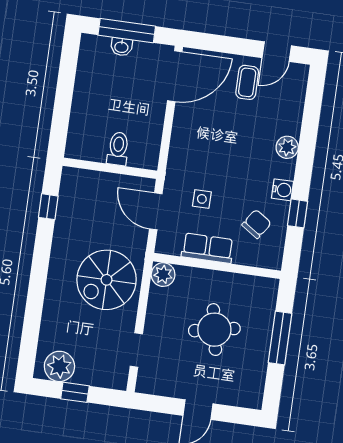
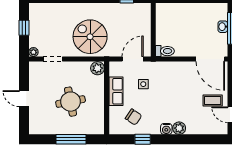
toilet: (118, 149) -> (165, 51), moved
water cooler: (283, 190) -> (166, 129), moved
plant: (59, 366) -> (33, 52), moved, width x0.53, depth x0.53

